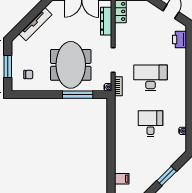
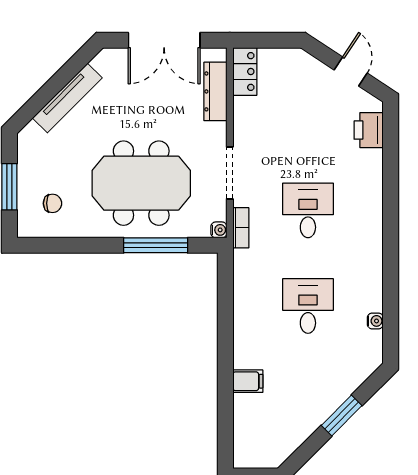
meeting table: (71, 65) -> (141, 183), turned 90
desk: (150, 78) -> (308, 210), width x0.73
filing cabinet: (122, 179) -> (248, 381), moved

